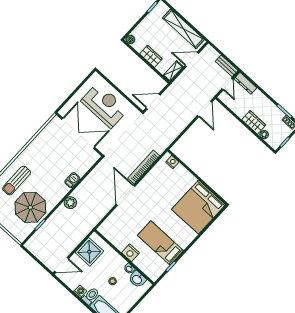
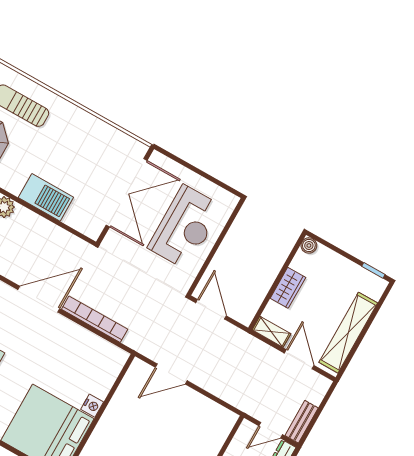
door: (205, 109) -> (171, 374), moved
nightstand: (172, 162) -> (92, 406), moved
barbecue: (72, 180) -> (46, 197), width x1.88, depth x1.53

